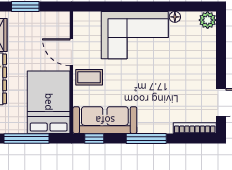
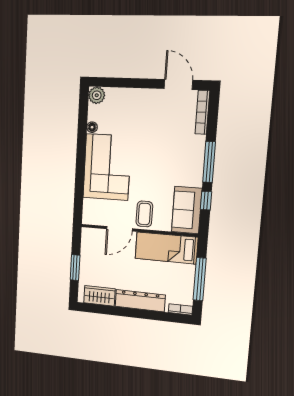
bed: (49, 102) -> (166, 248), width x0.67
sofa: (105, 120) -> (187, 210), width x0.73
window: (94, 138) -> (206, 201), moved

